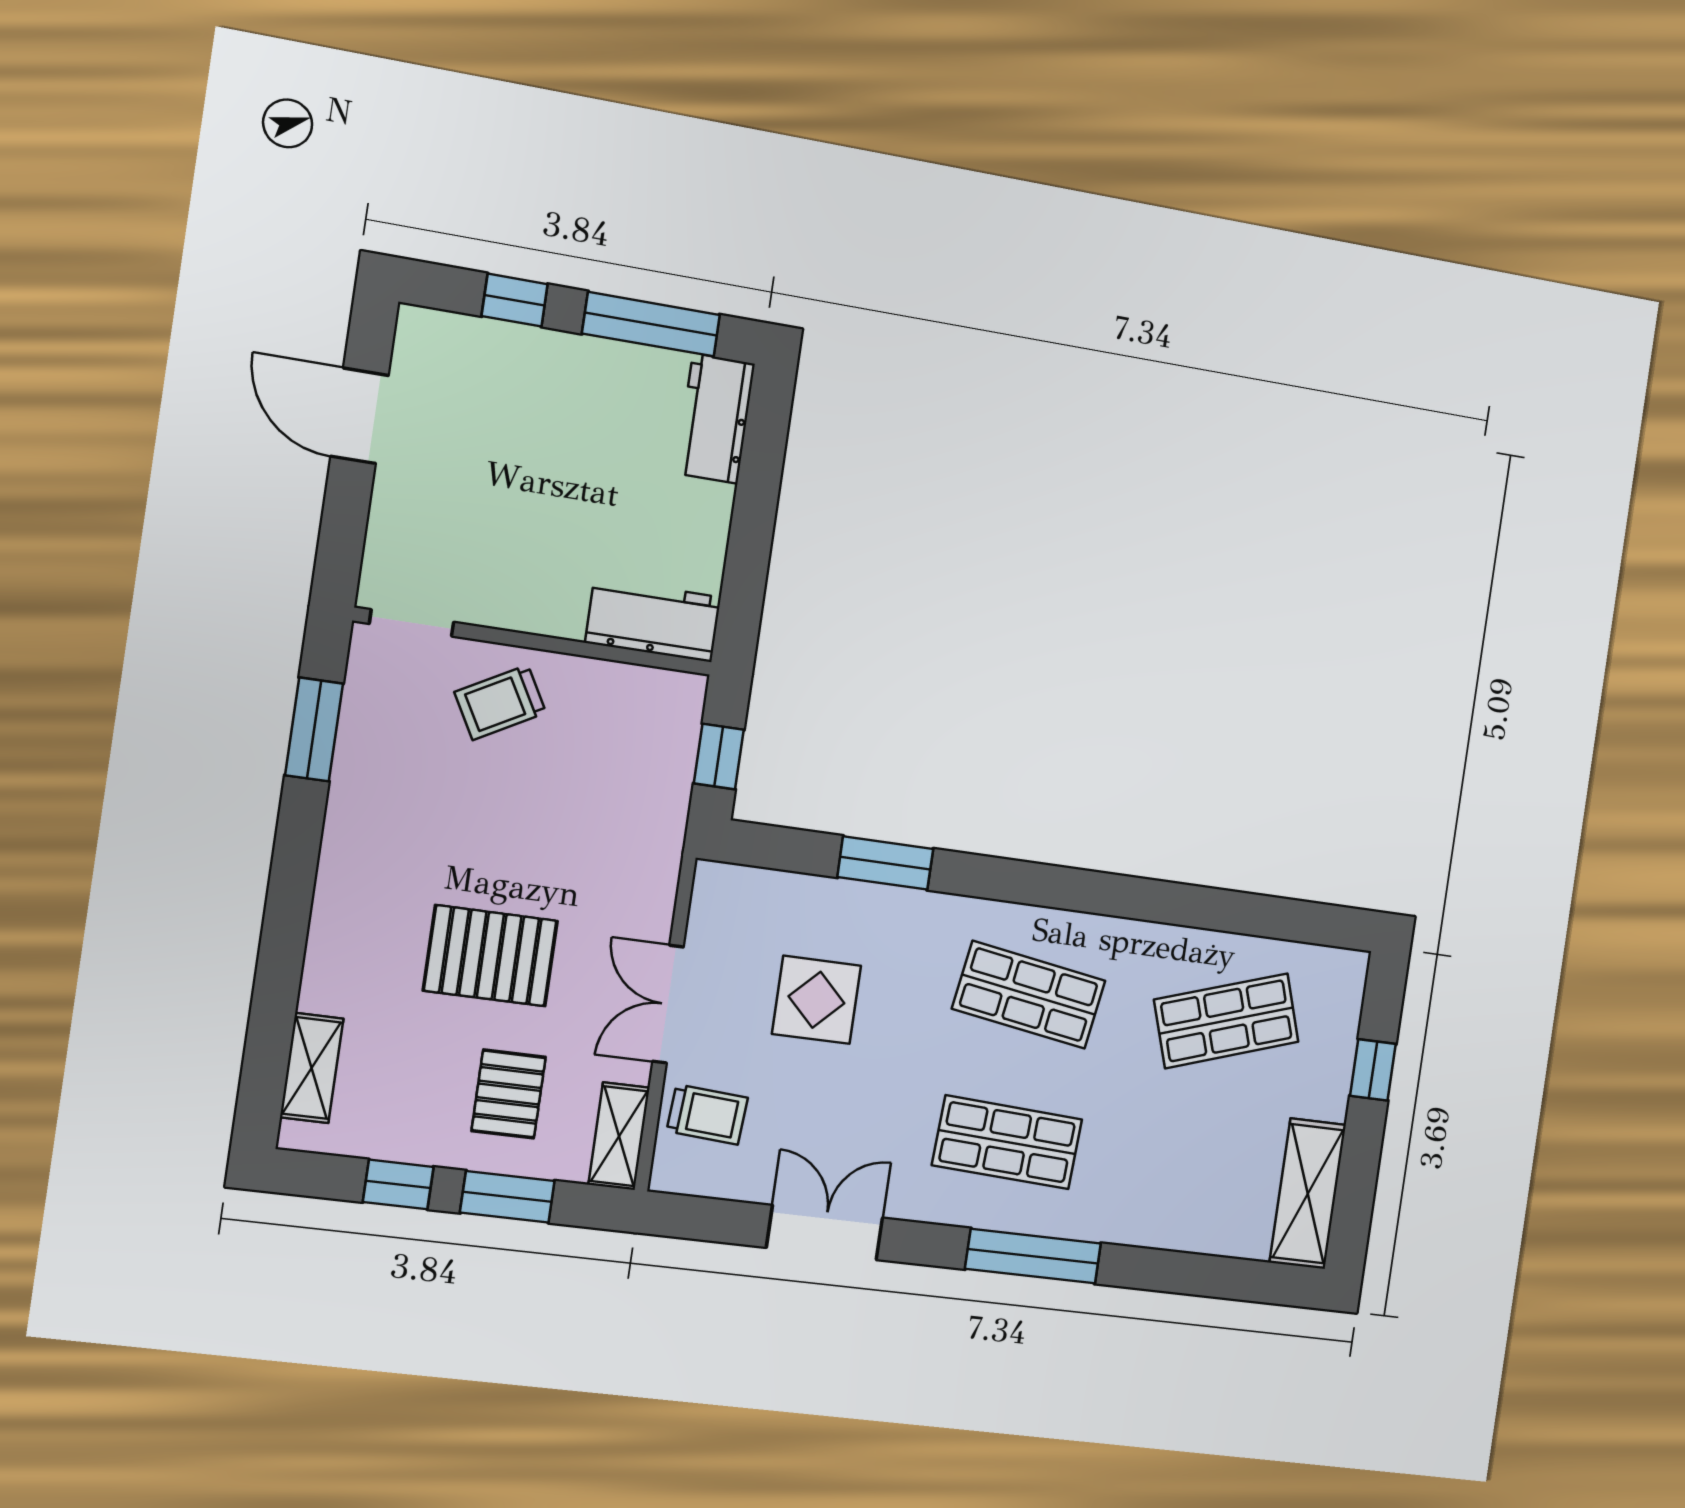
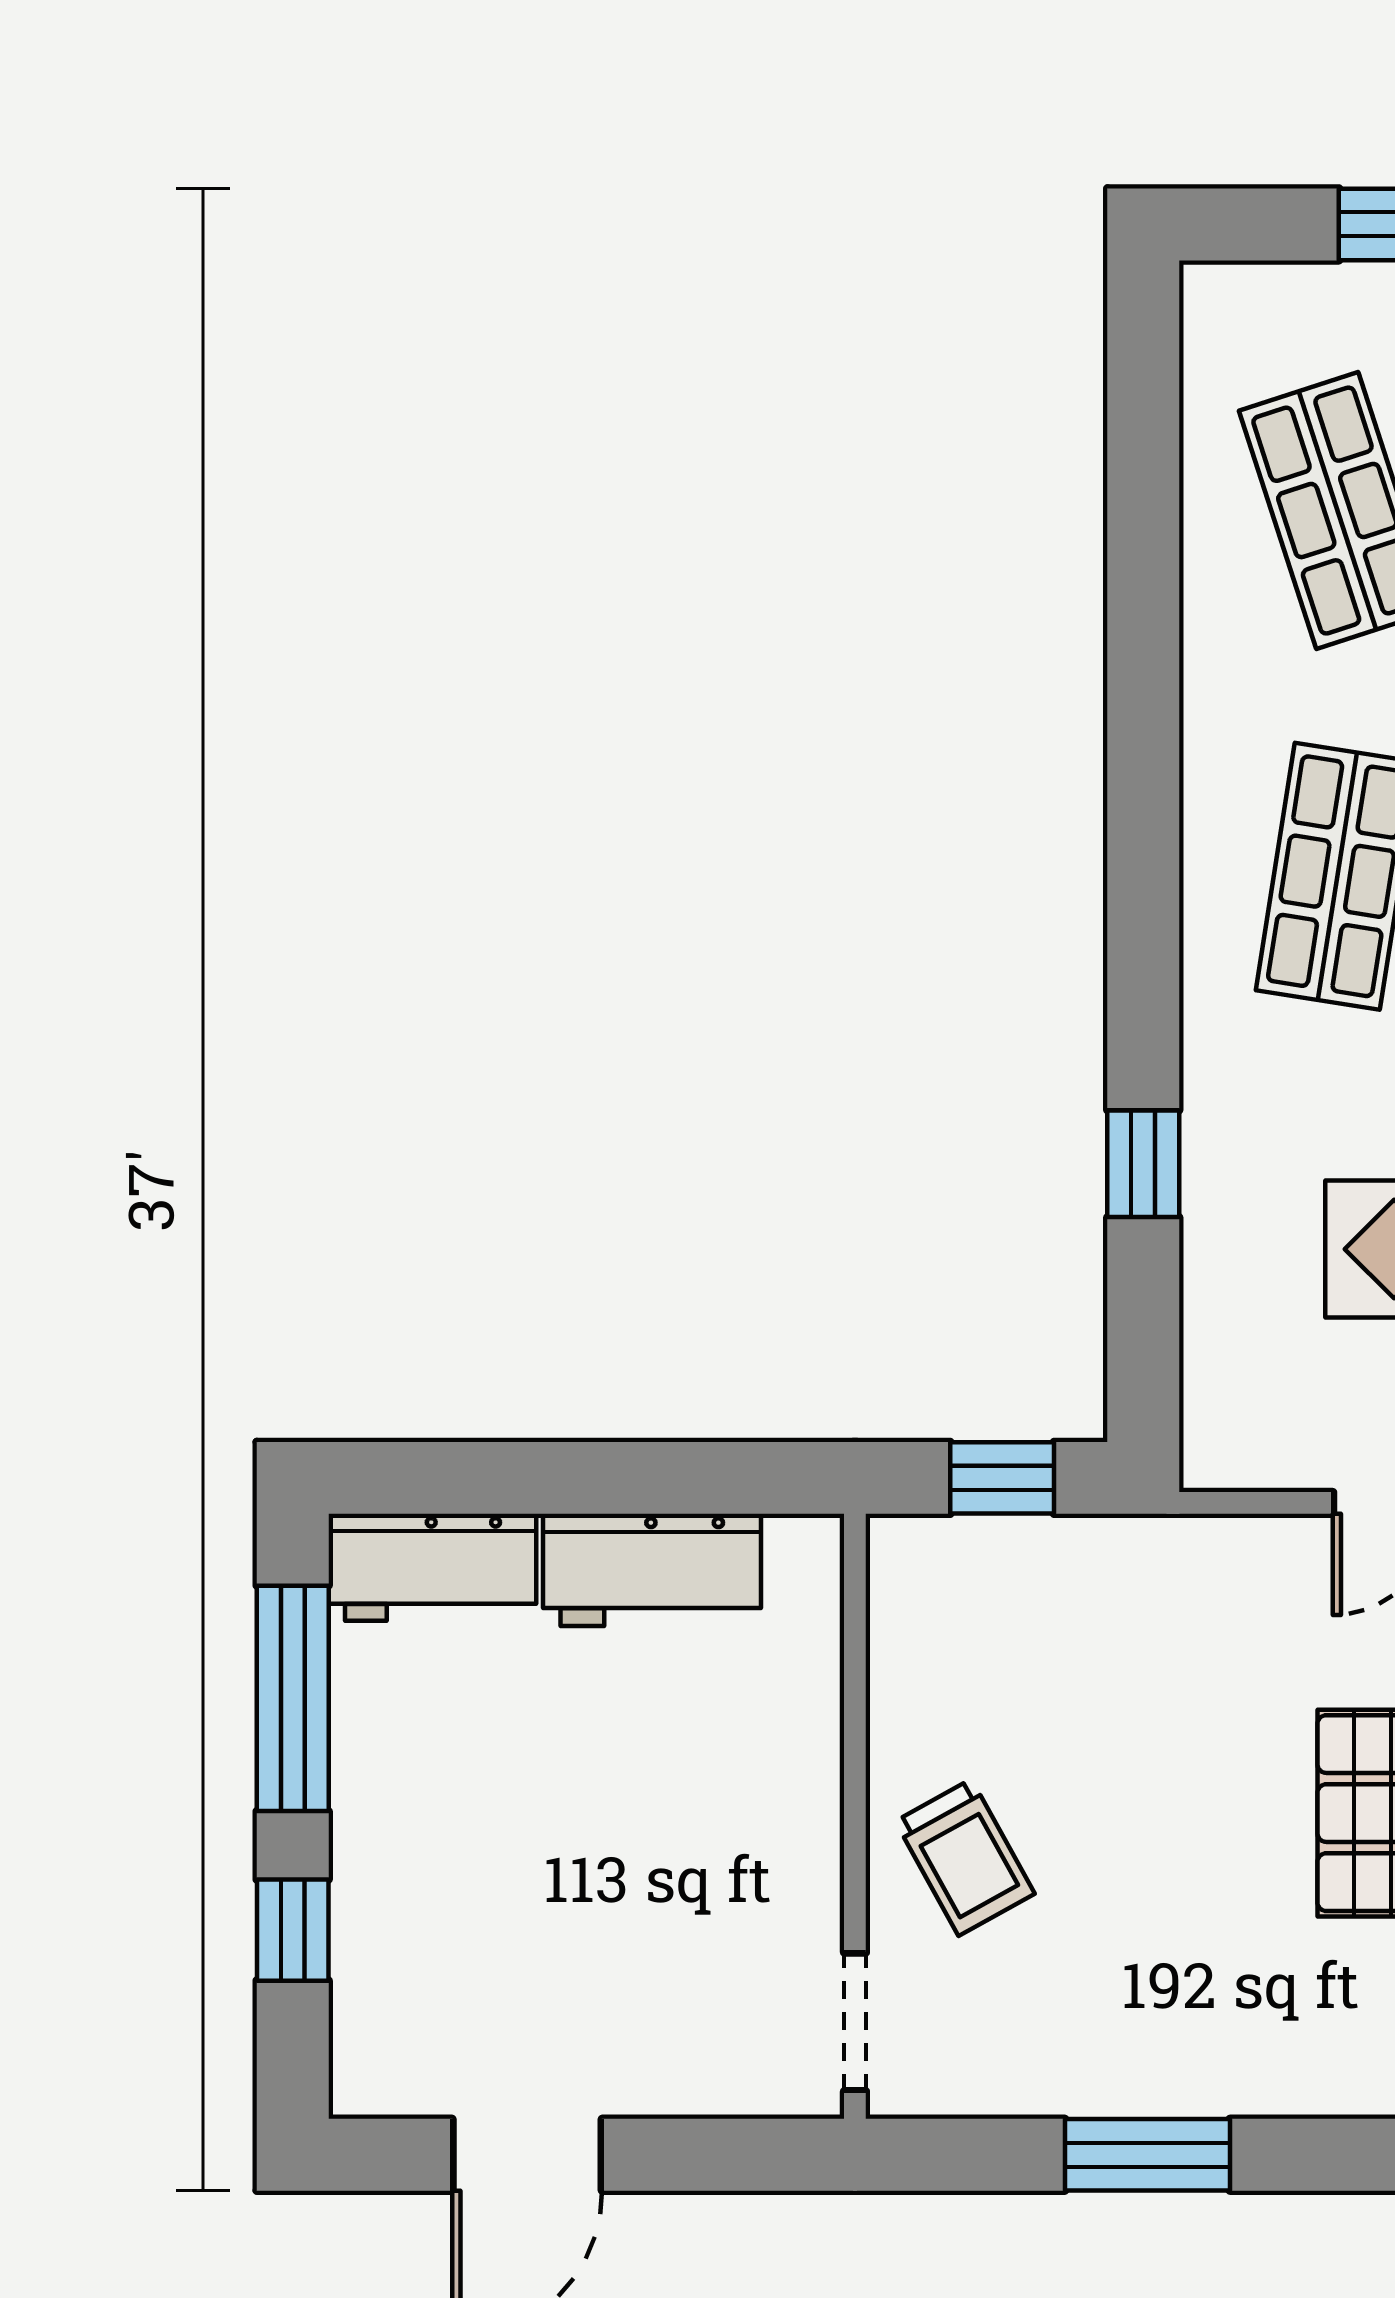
workbench: (653, 620) -> (652, 1570), moved, turned -90
window: (314, 729) -> (1147, 2155), moved
window: (885, 863) -> (1143, 1164), width x0.67

